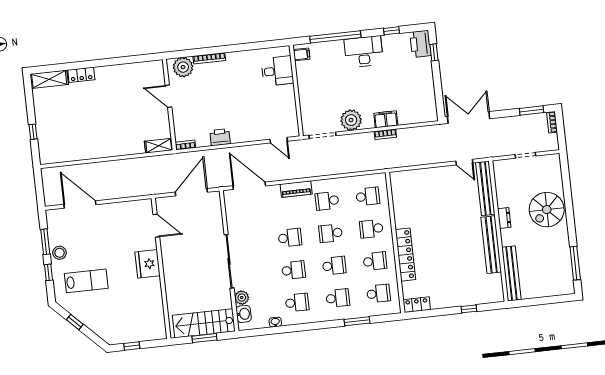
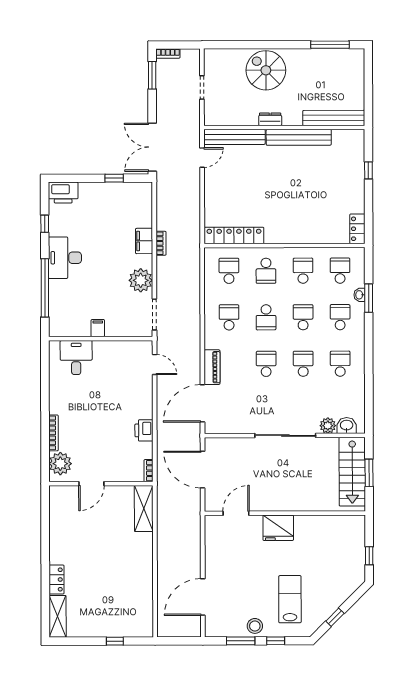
window: (434, 52) -> (114, 178), moved
filing cabinet: (302, 54) -> (98, 328), moved
door: (279, 140) -> (155, 365), hinge flipped
shelving: (159, 146) -> (144, 509), width x1.50, depth x1.33
piano: (296, 189) -> (212, 367), moved
school desk: (327, 201) -> (229, 317), turned 180
spiral stairs: (547, 210) -> (266, 70), turned 180
locker: (405, 255) -> (234, 235), moved
washbasin: (275, 322) -> (360, 295), moved

